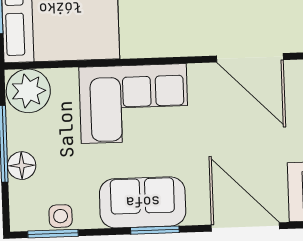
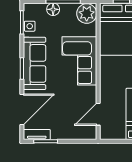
door: (250, 58) -> (98, 114), width x0.73
sofa: (143, 202) -> (35, 63), width x1.36

